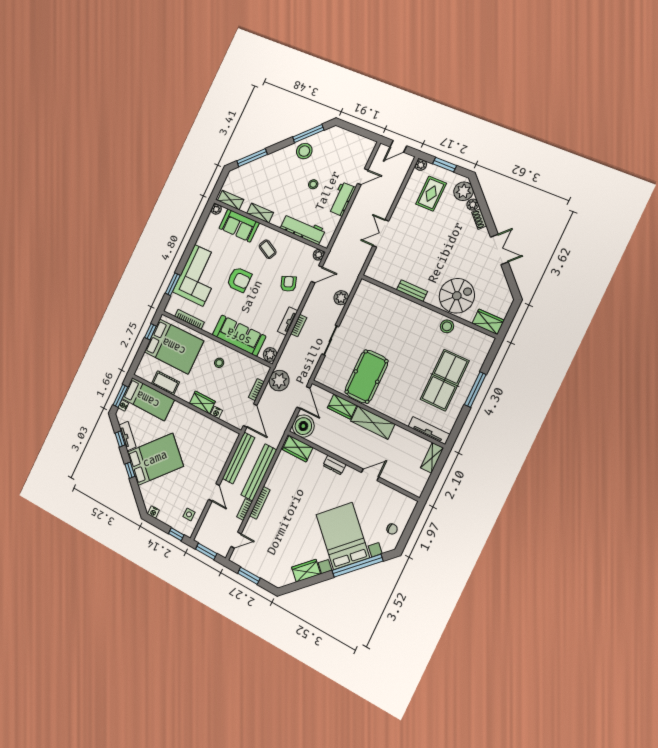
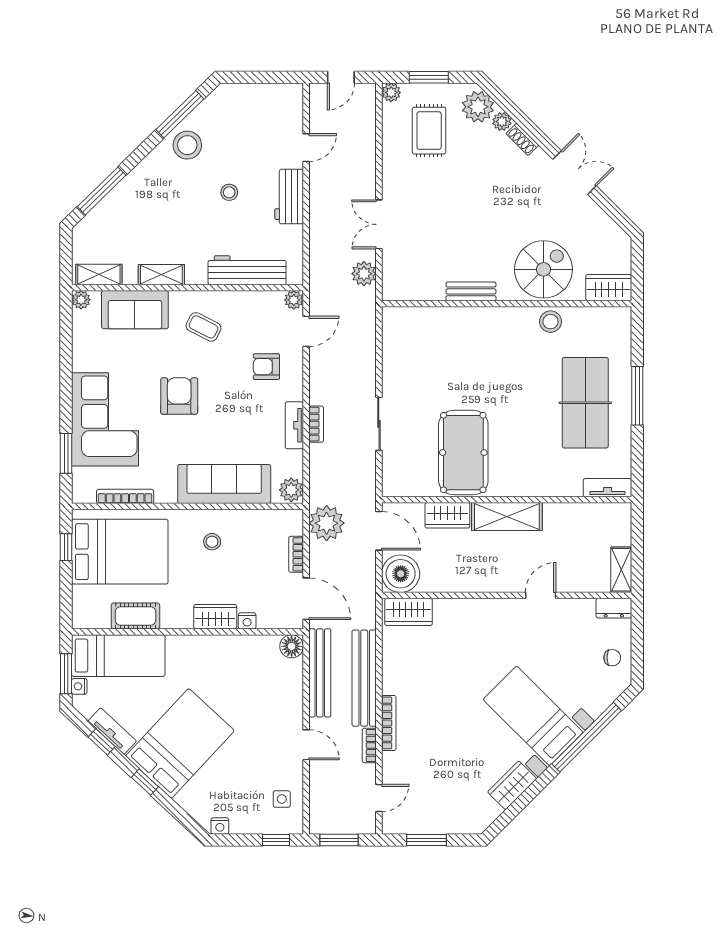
armchair: (239, 280) -> (179, 396), turned -90
armchair: (288, 284) -> (266, 367), turned -70
plant: (341, 298) -> (364, 274), moved
tv unit: (429, 430) -> (607, 488), width x0.71
floor lamp: (231, 437) -> (292, 646), added
shelving: (432, 458) -> (621, 570), moved
dresser: (334, 465) -> (614, 608), moved
bed with nightstands: (343, 536) -> (533, 716), width x0.73

